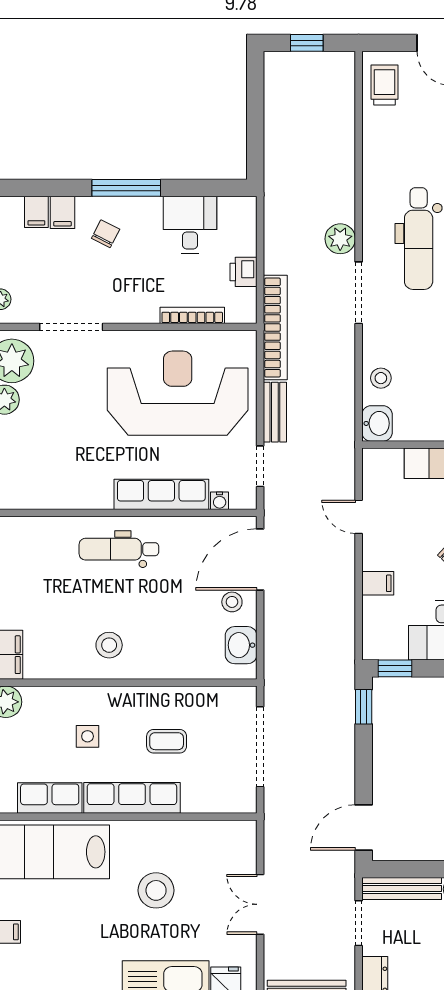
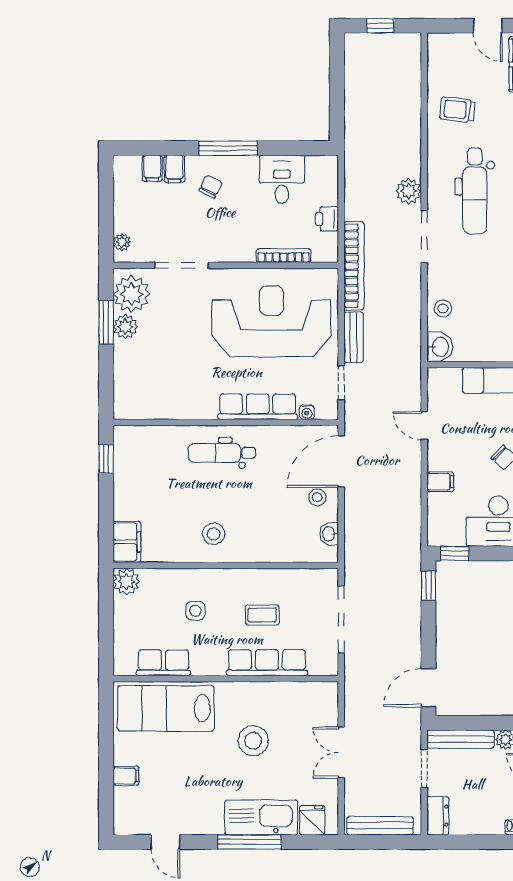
trolley: (384, 85) -> (458, 110), moved, turned -84
washbasin: (241, 645) -> (329, 534), width x0.72, depth x0.69
row of seats: (132, 798) -> (267, 663), moved

